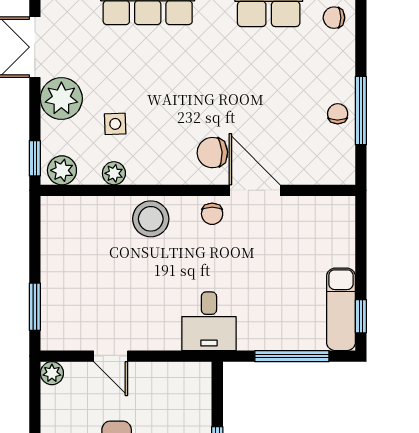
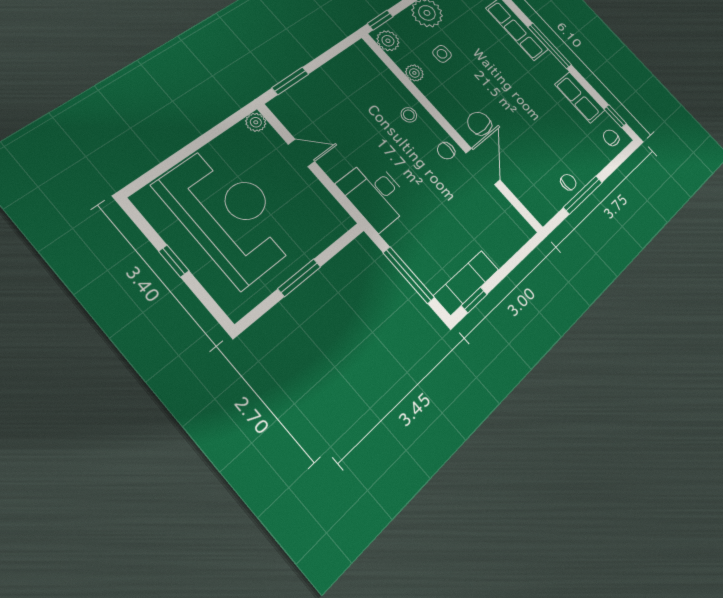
stool: (151, 219) -> (409, 115), width x0.53, depth x0.53
desk: (209, 321) -> (375, 194), width x1.37
door: (111, 356) -> (301, 153), swing flipped

